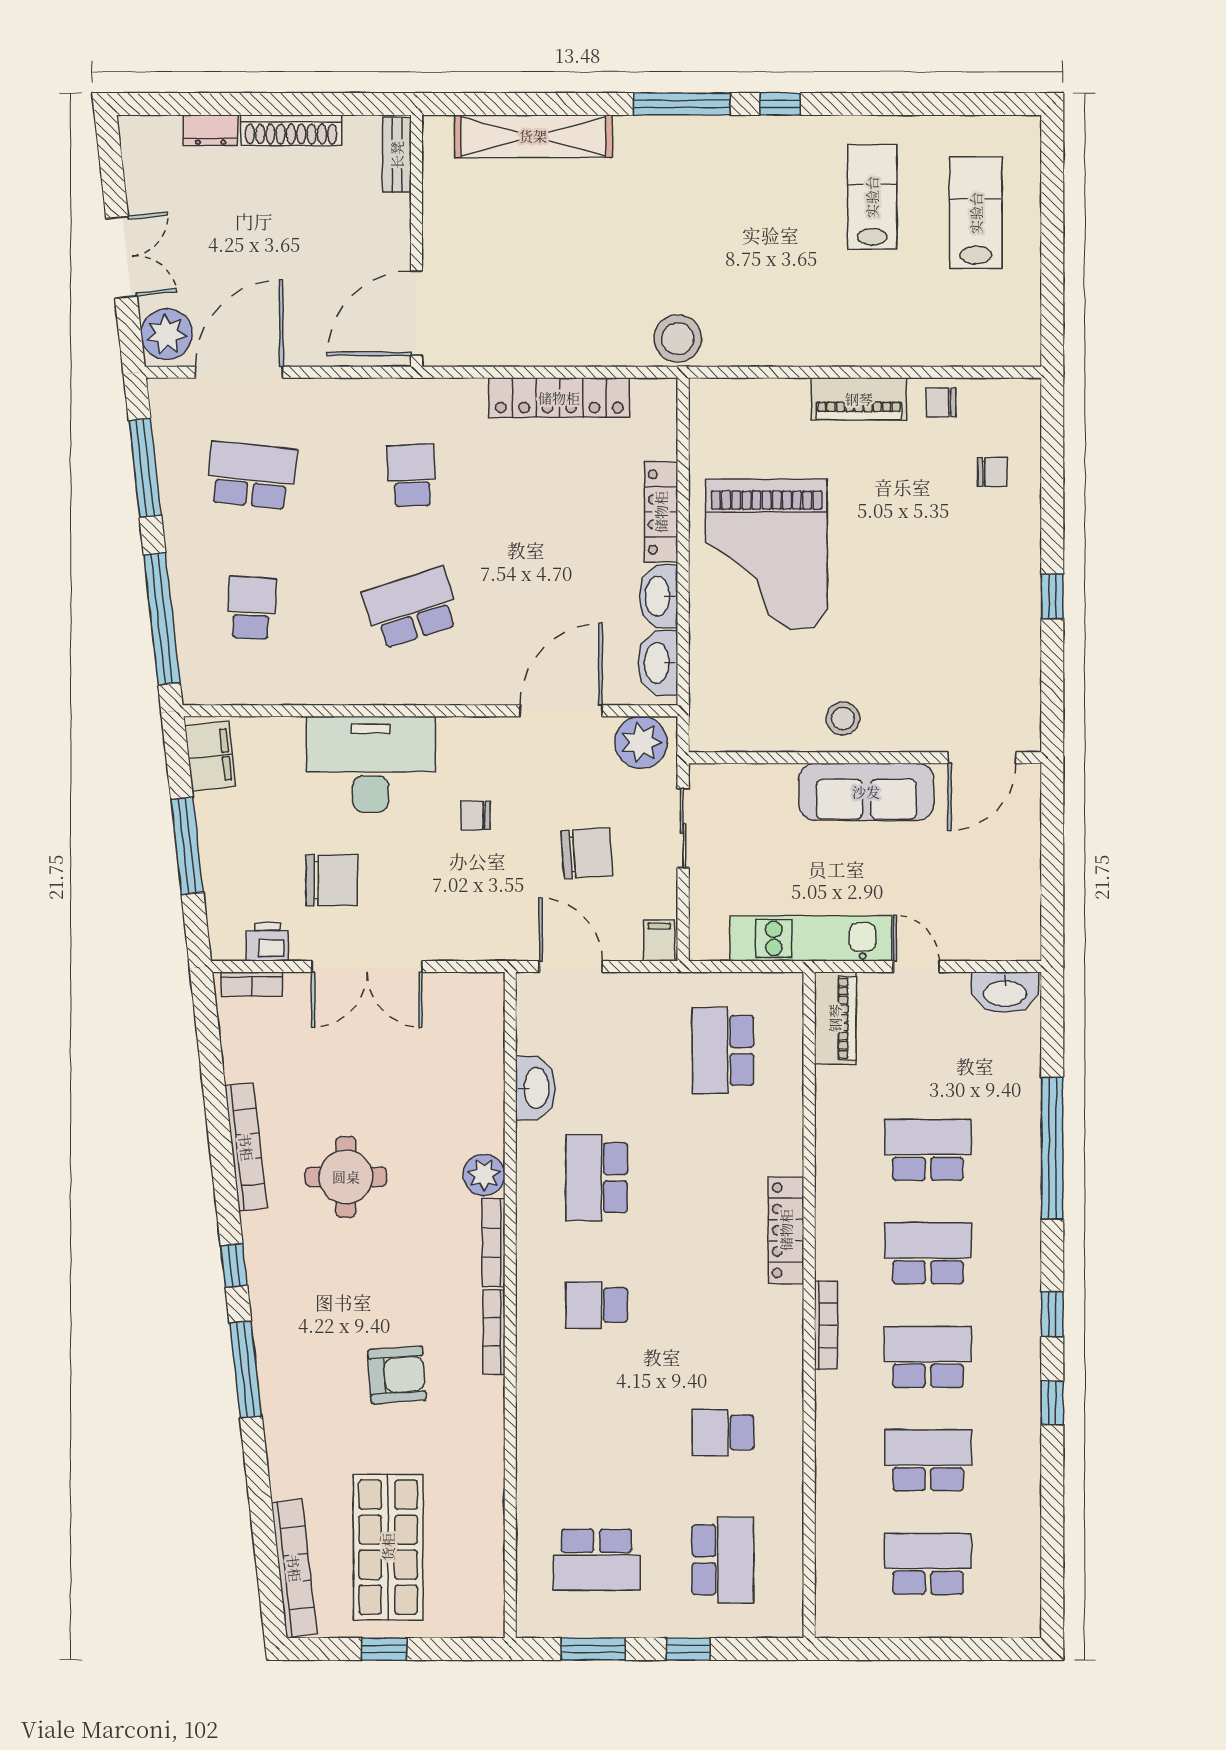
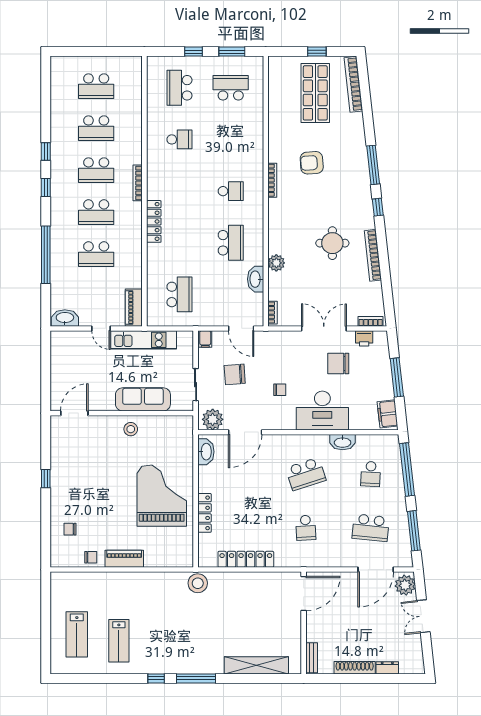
washbasin: (659, 596) -> (343, 442), moved, turned 90
sofa: (866, 792) -> (143, 399), moved
plant: (484, 1175) -> (276, 263), moved
bookcase: (494, 1243) -> (272, 313), moved, width x0.64

